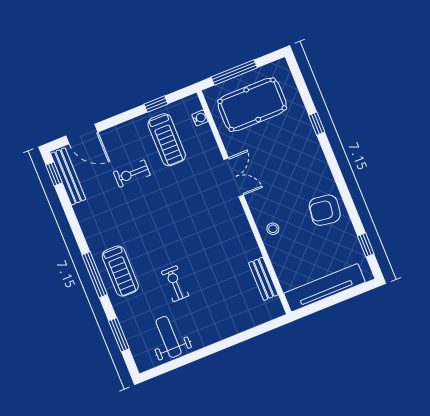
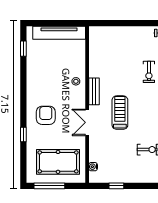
window: (234, 72) -> (49, 186), moved
treadmill: (167, 140) -> (120, 113), moved
armchair: (325, 210) -> (46, 115), moved, turned -98
bench: (263, 279) -> (94, 91), moved

